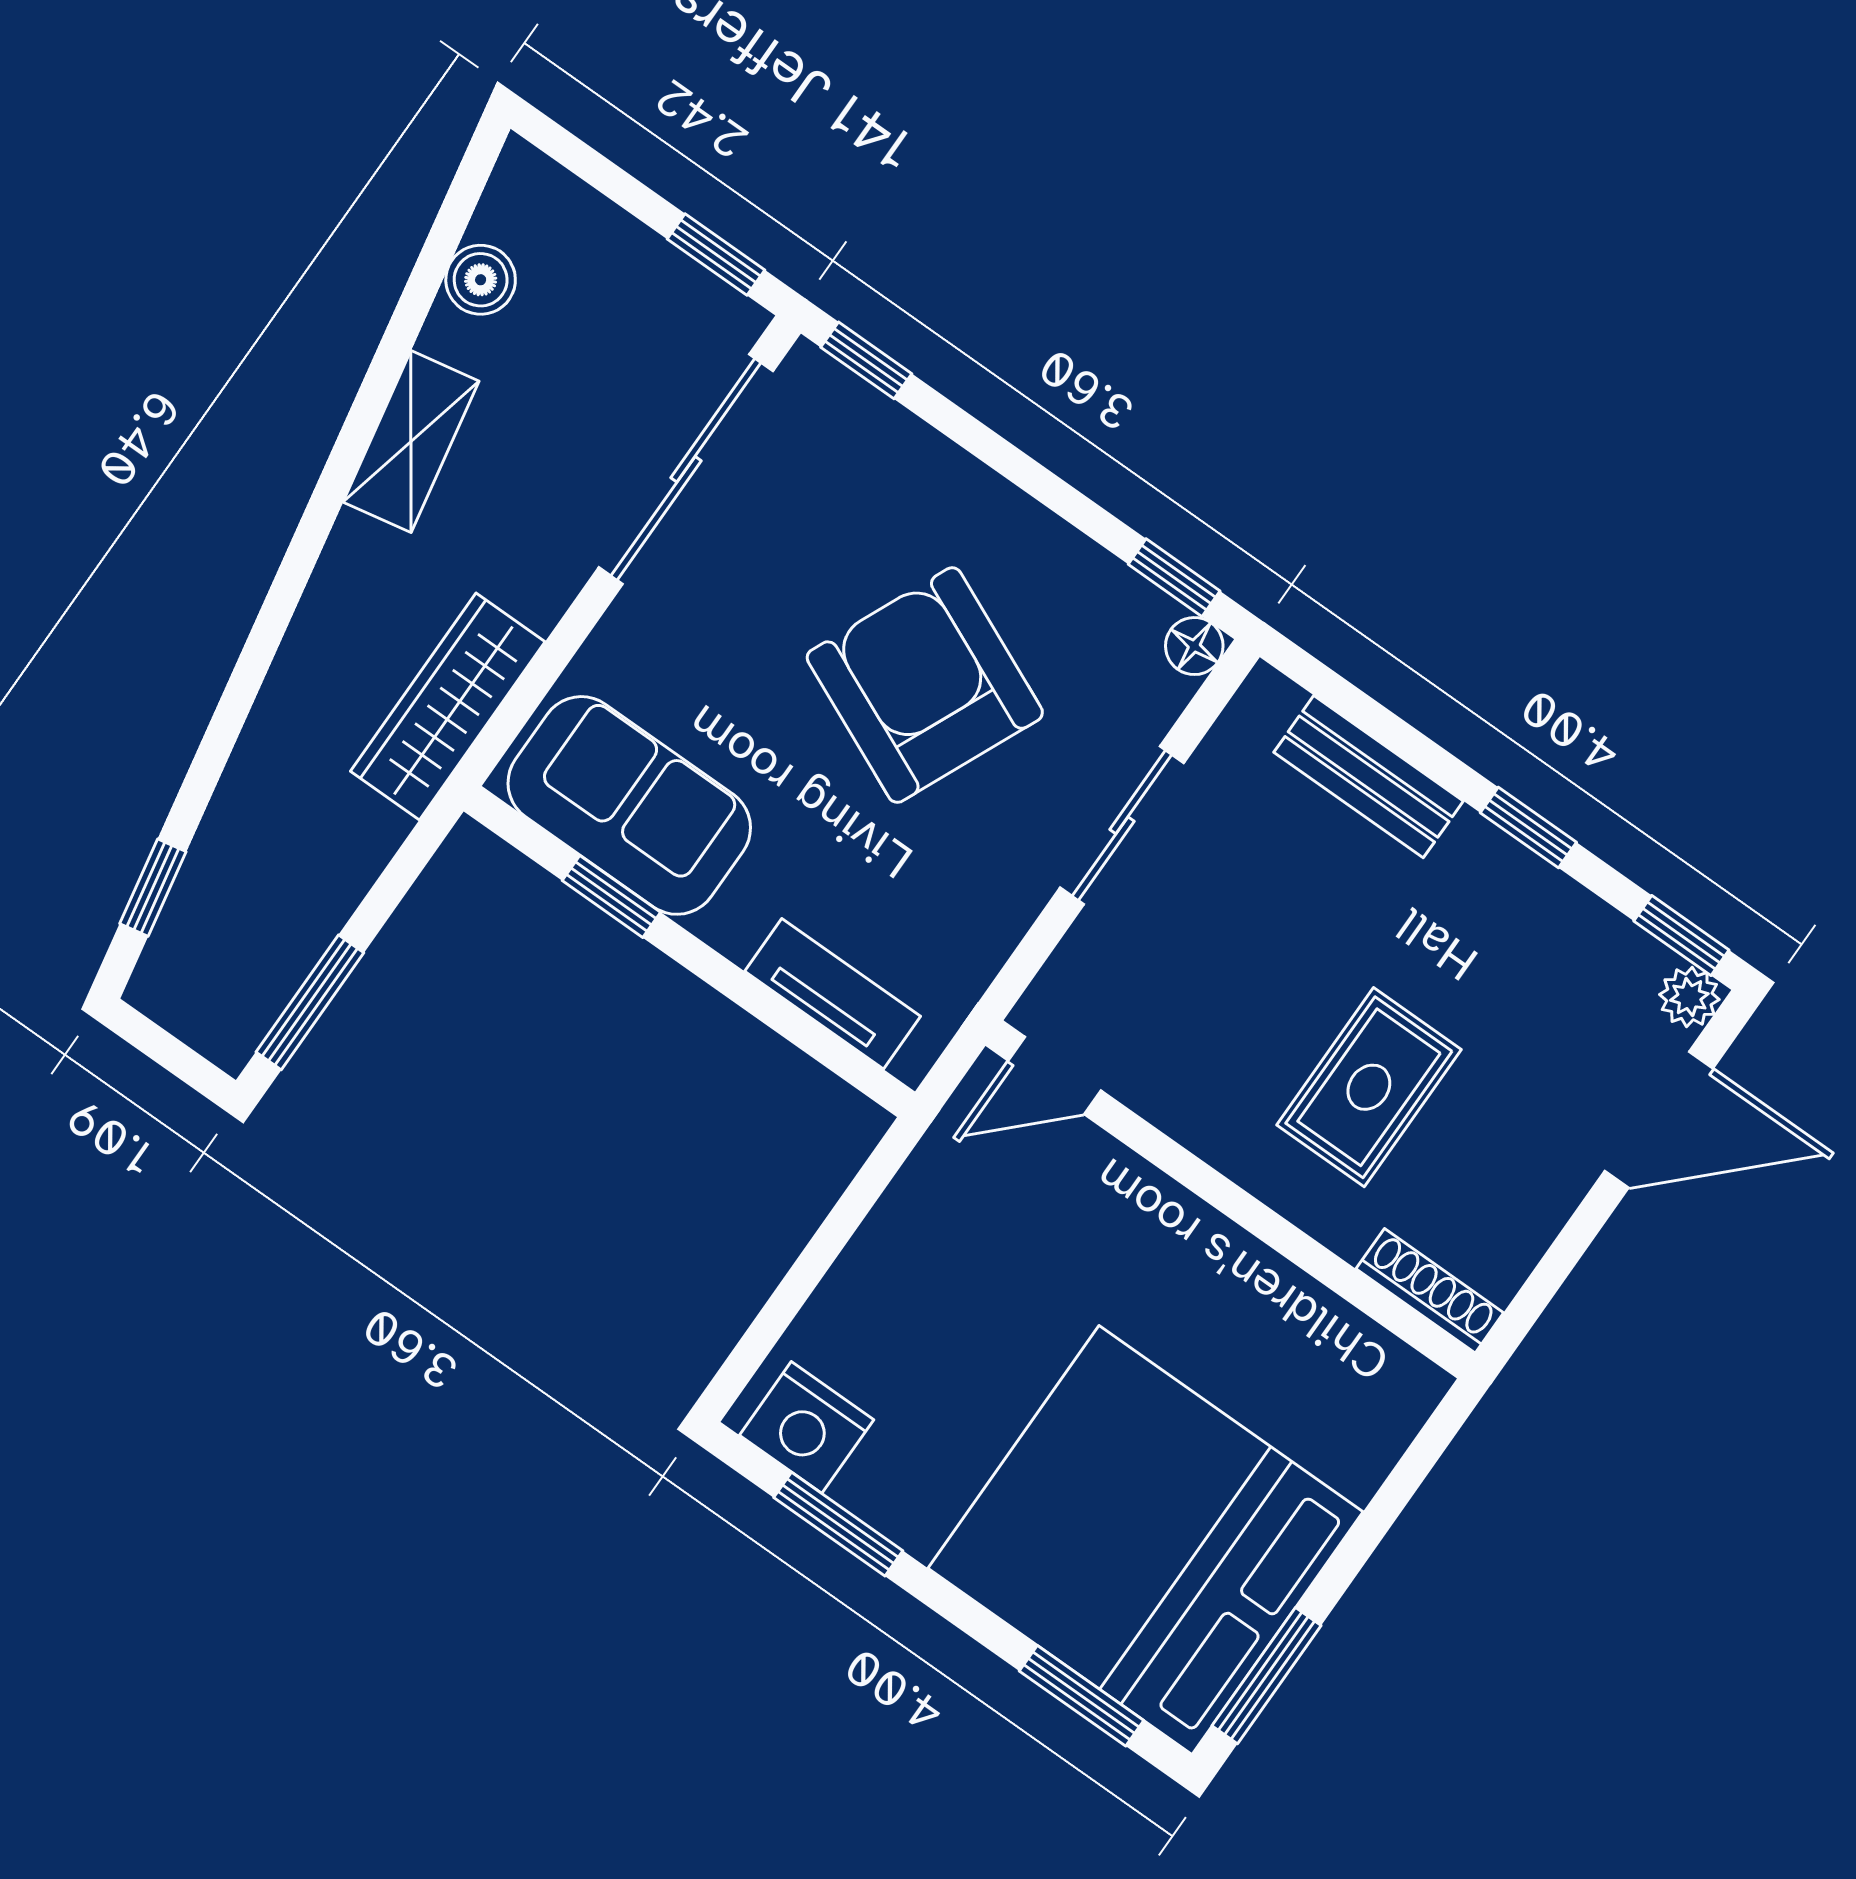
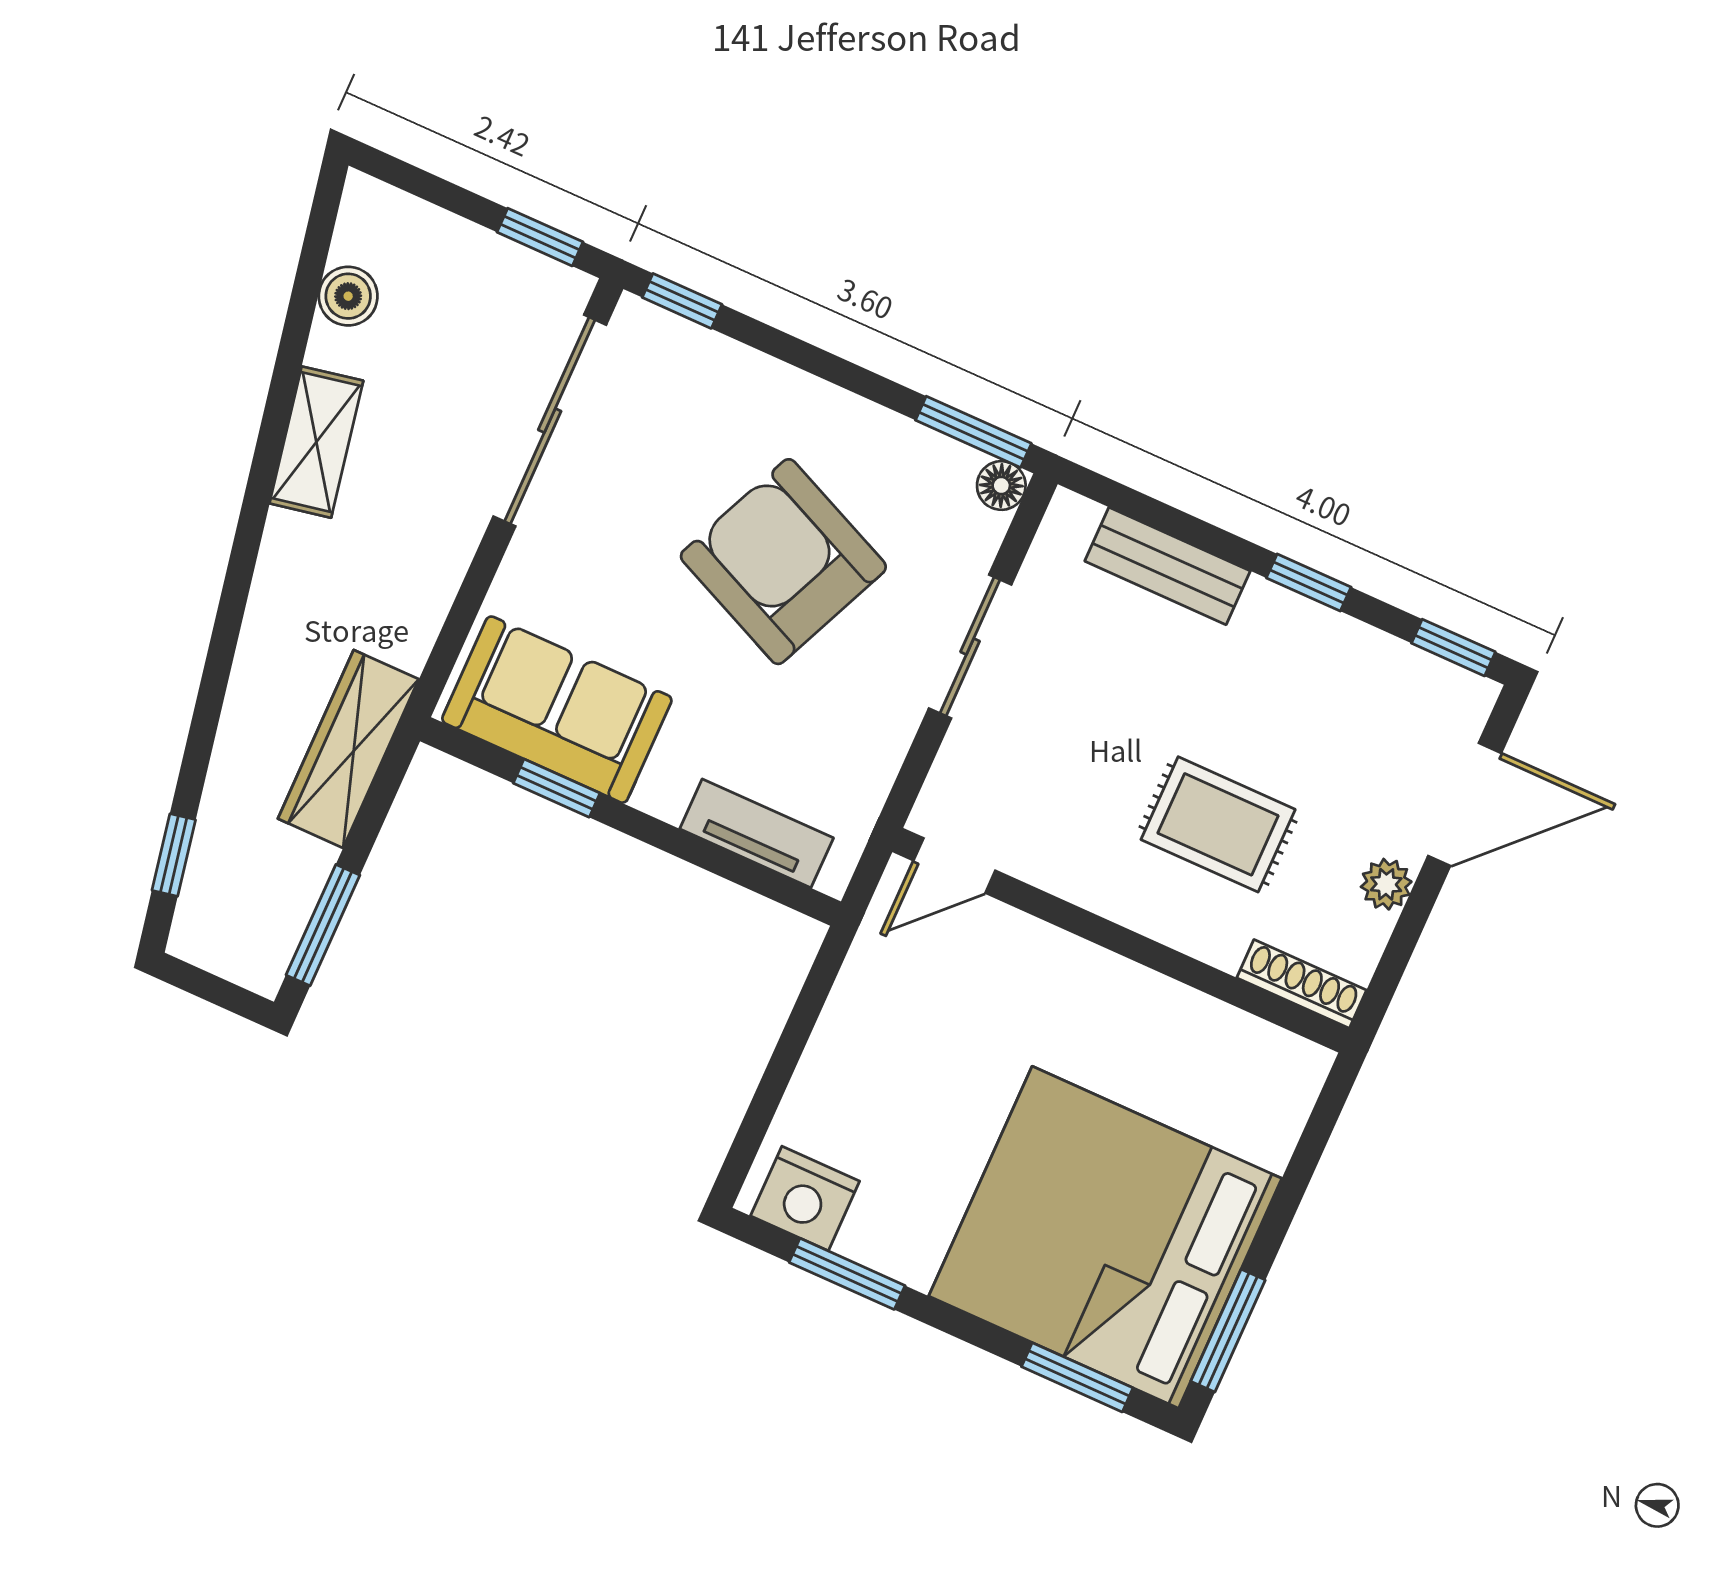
window: (1174, 578) -> (973, 432), width x1.50
wardrobe: (448, 707) -> (348, 749), moved
plant: (1689, 997) -> (1386, 884), moved
rug: (1369, 1087) -> (1218, 824), turned 90

